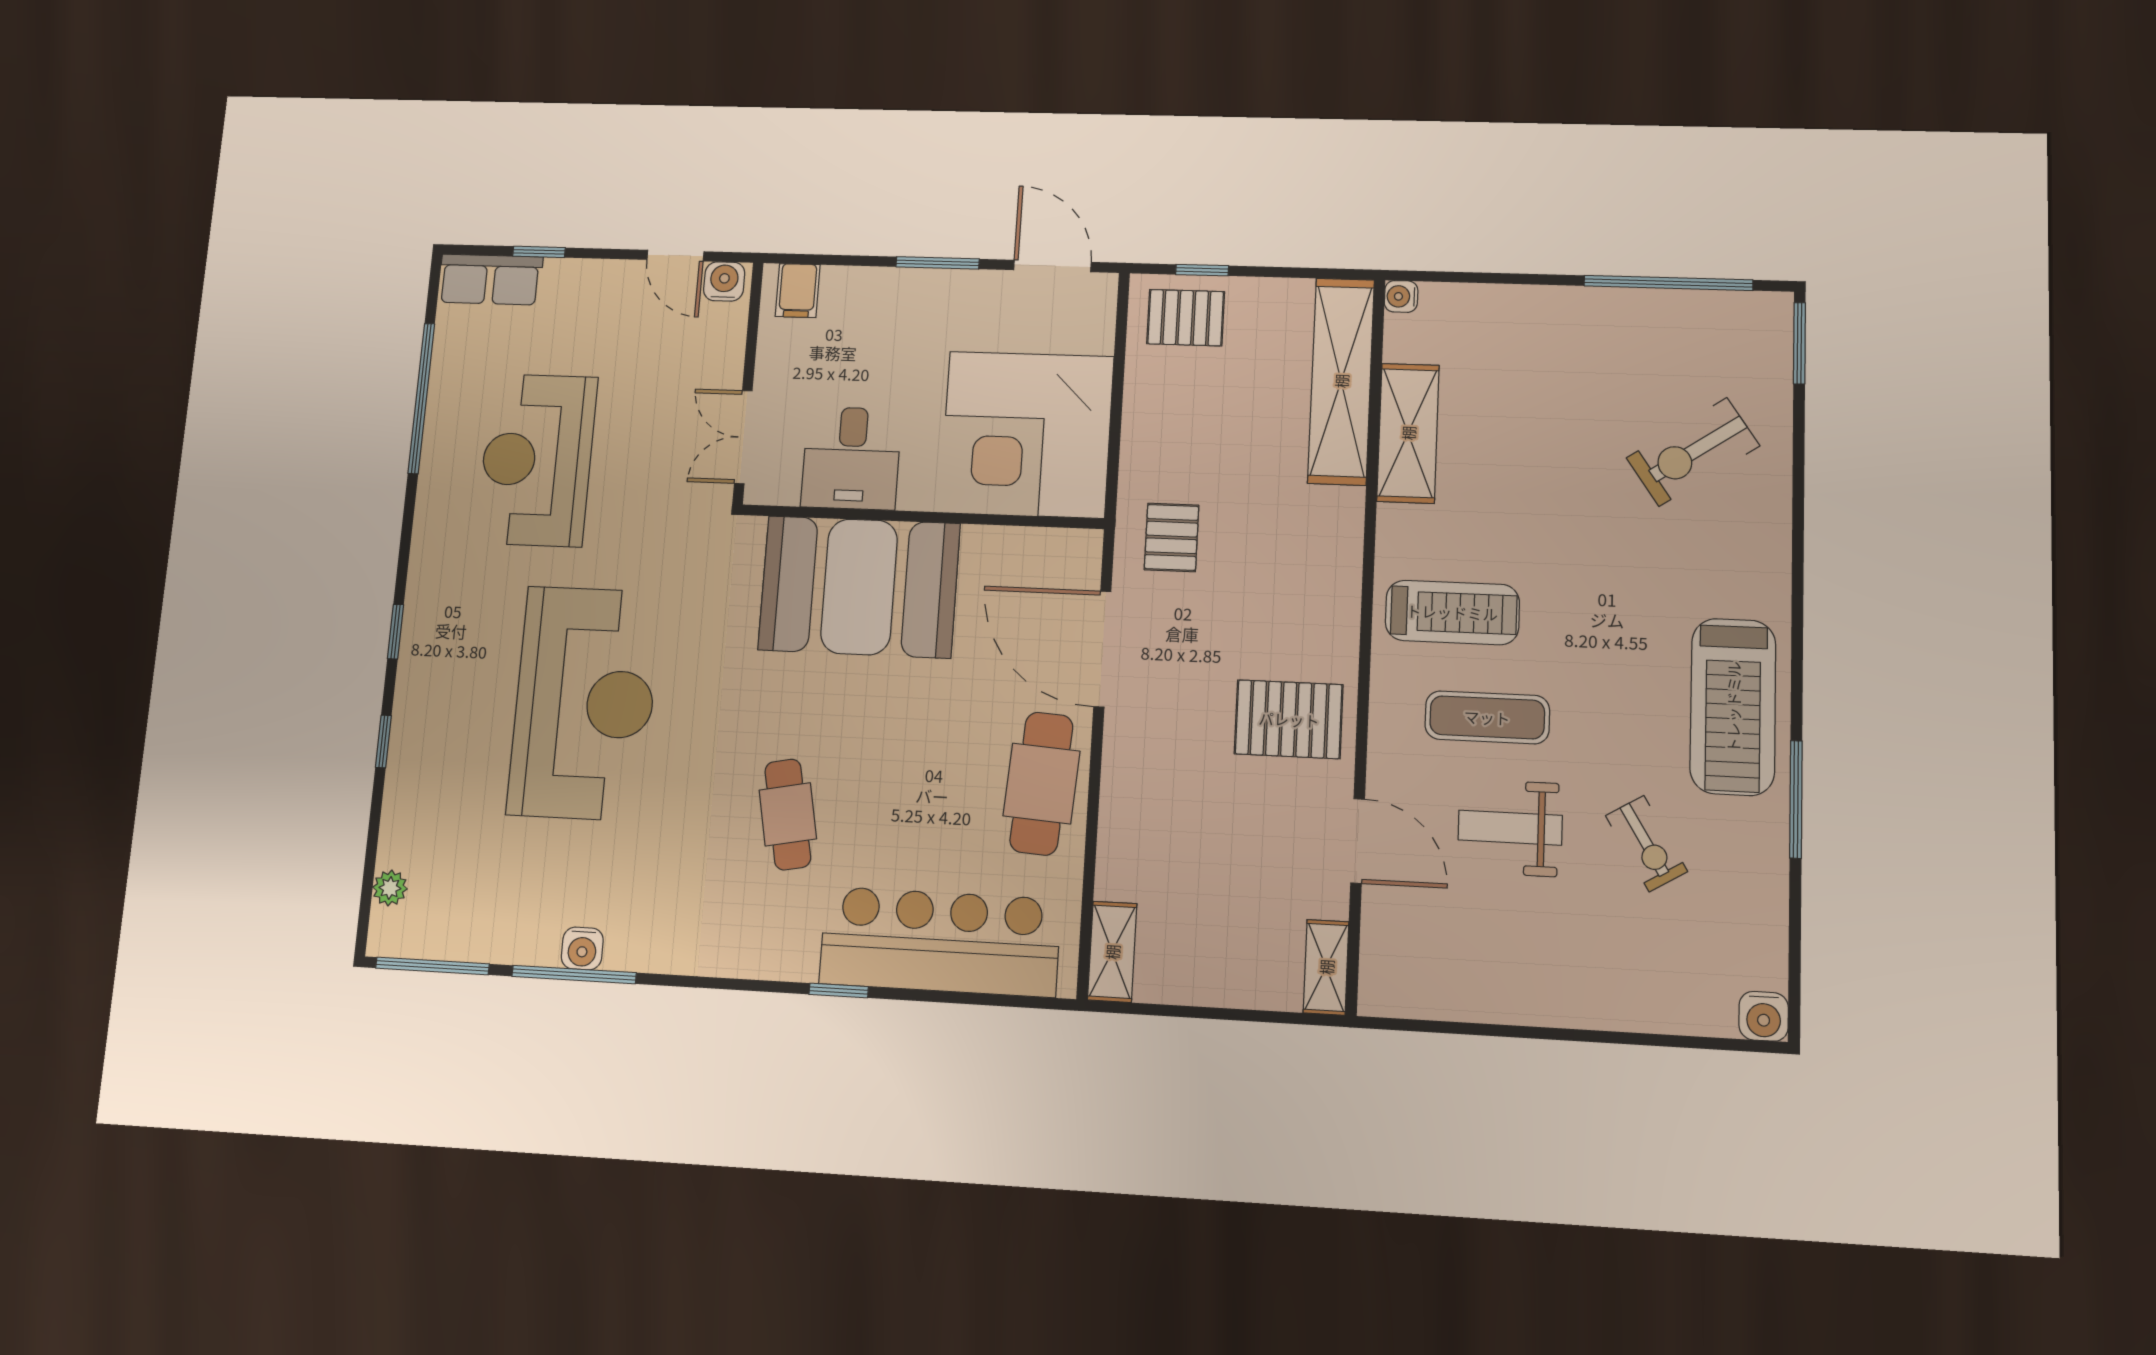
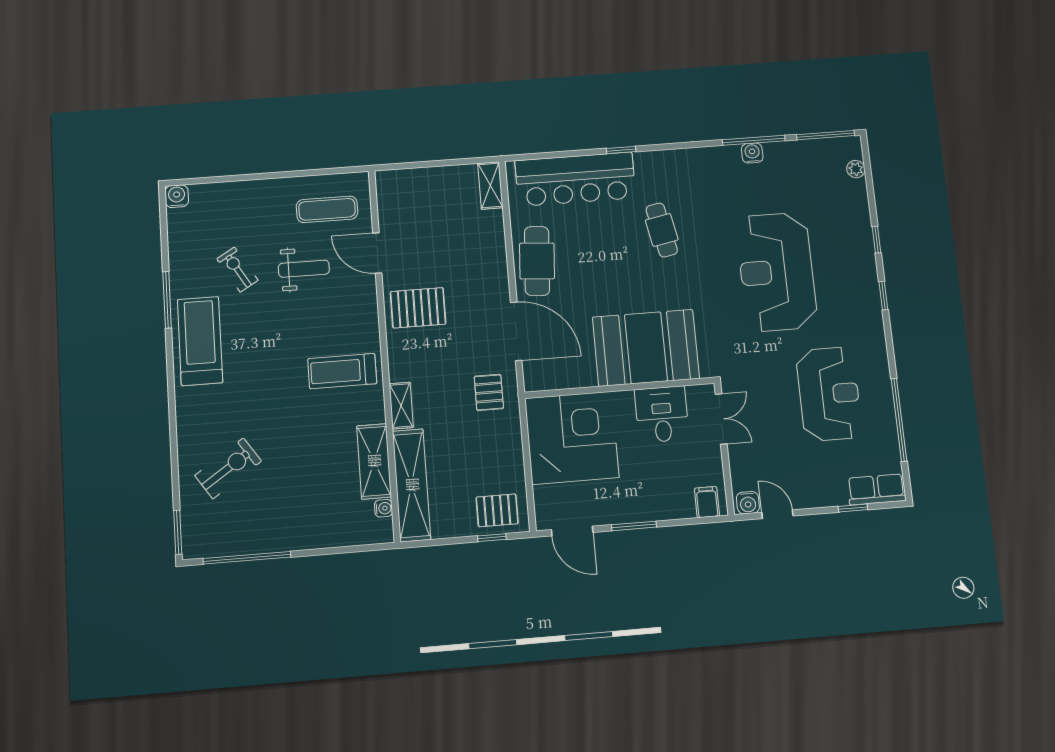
water cooler: (1401, 296) -> (383, 508), moved
exercise mat: (1487, 717) -> (327, 209), moved
shelving: (1326, 967) -> (401, 406), moved

